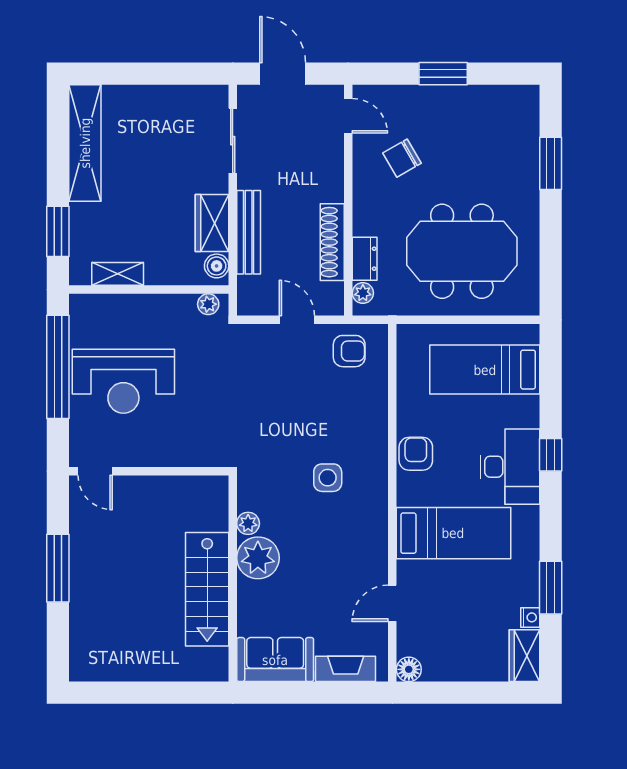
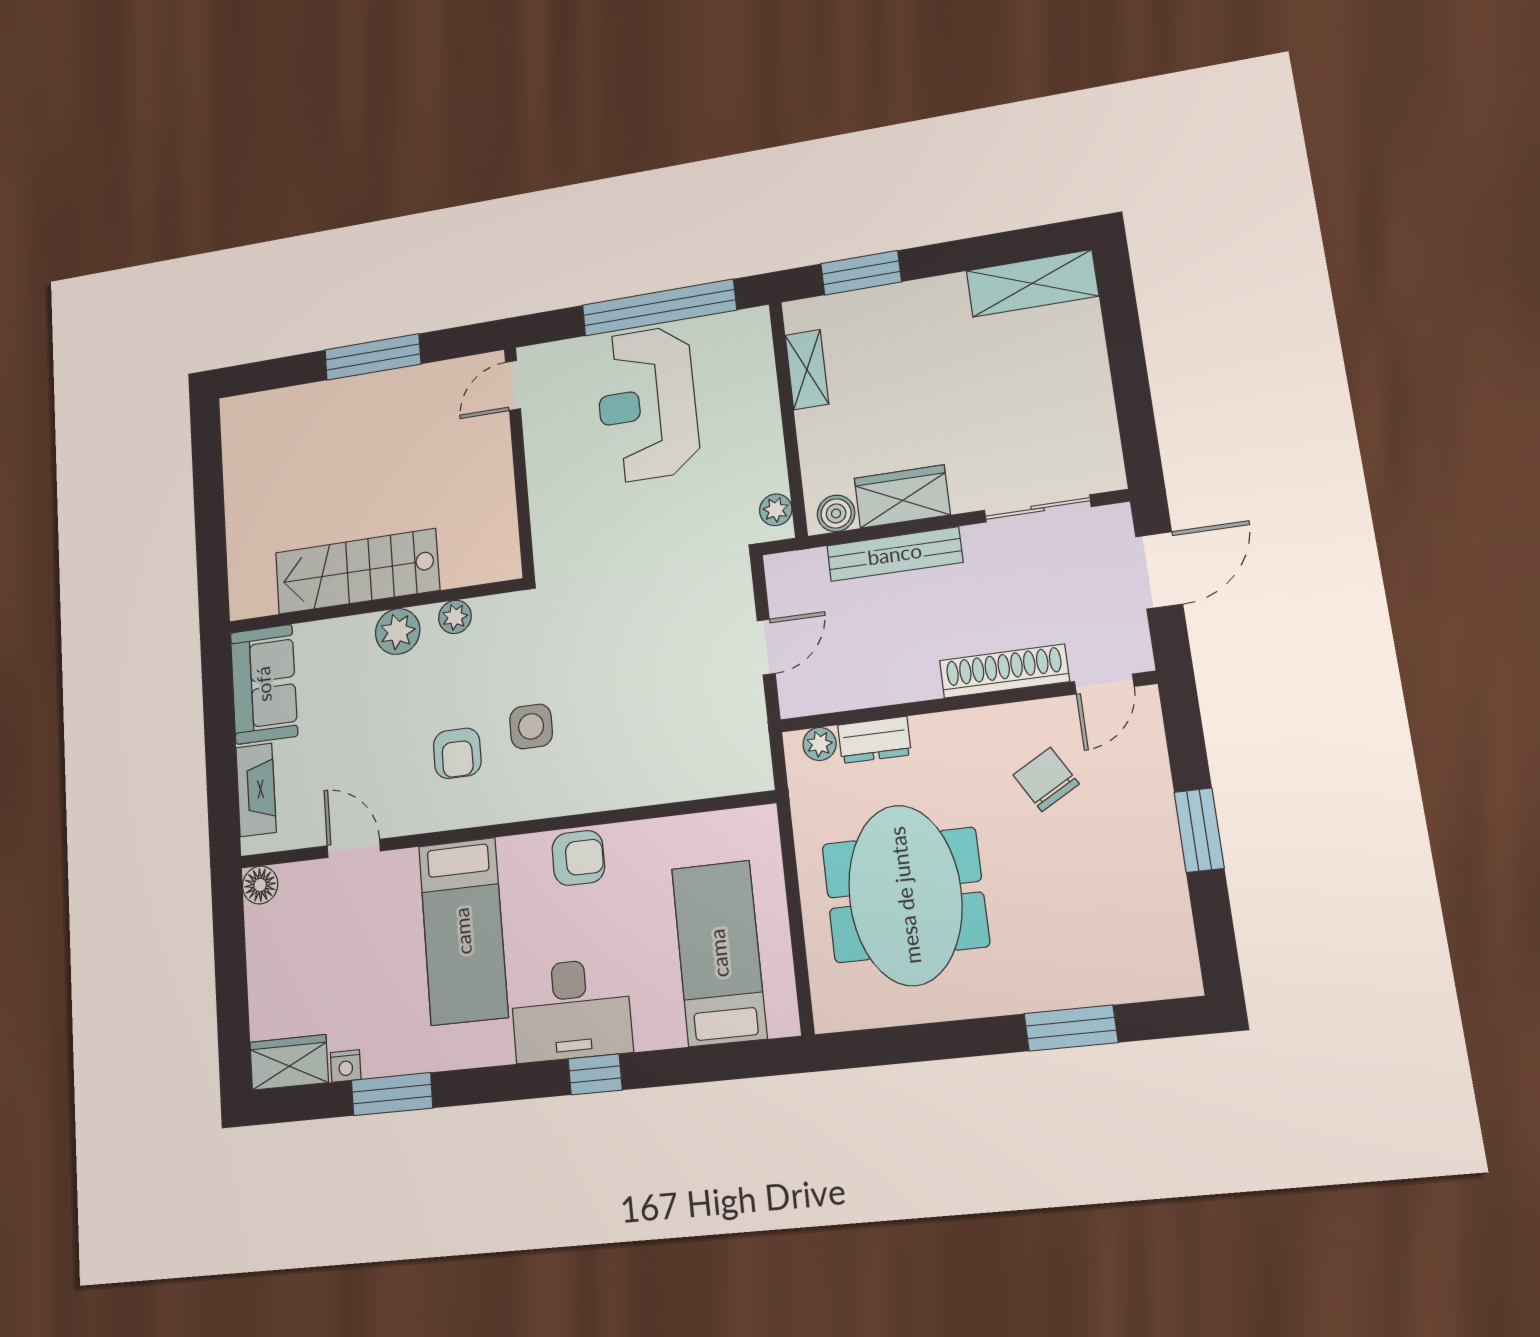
shelving: (85, 143) -> (1032, 283), width x0.68
shoe rack: (332, 242) -> (1004, 671), moved
armchair: (349, 351) -> (457, 753), moved
plant: (258, 558) -> (398, 632), width x0.73, depth x0.73

